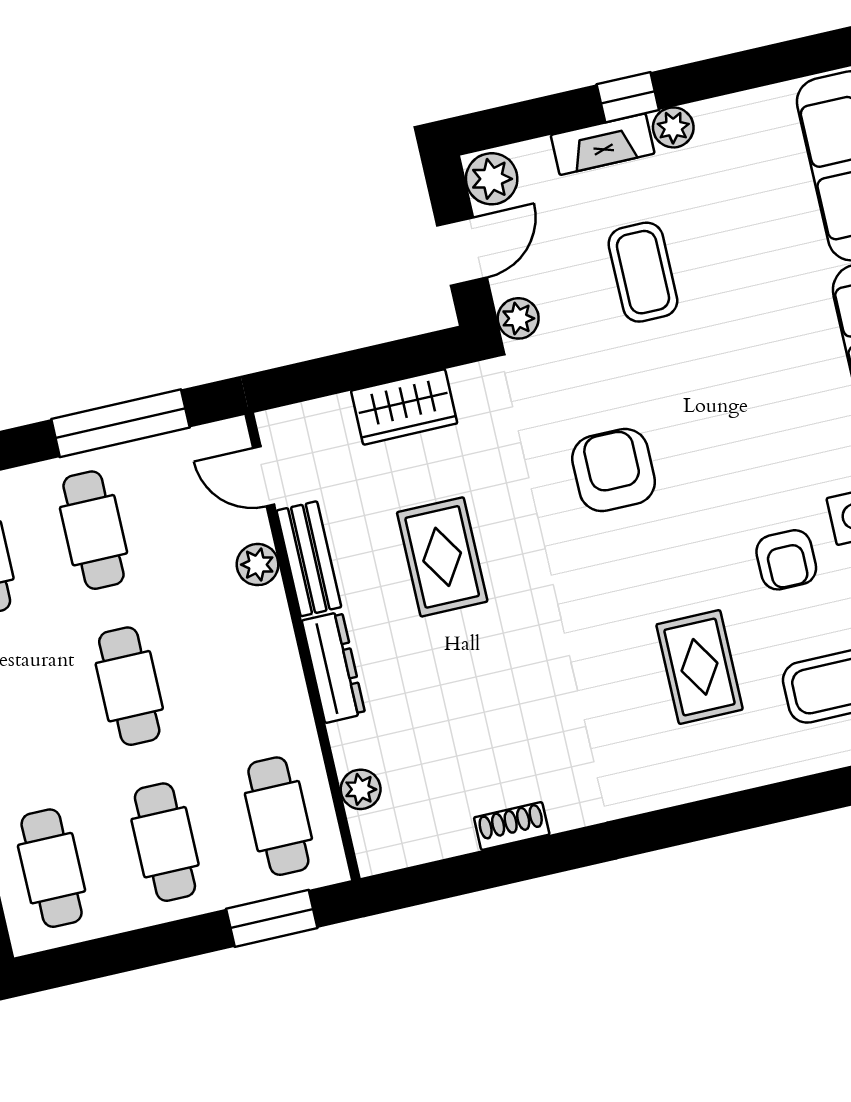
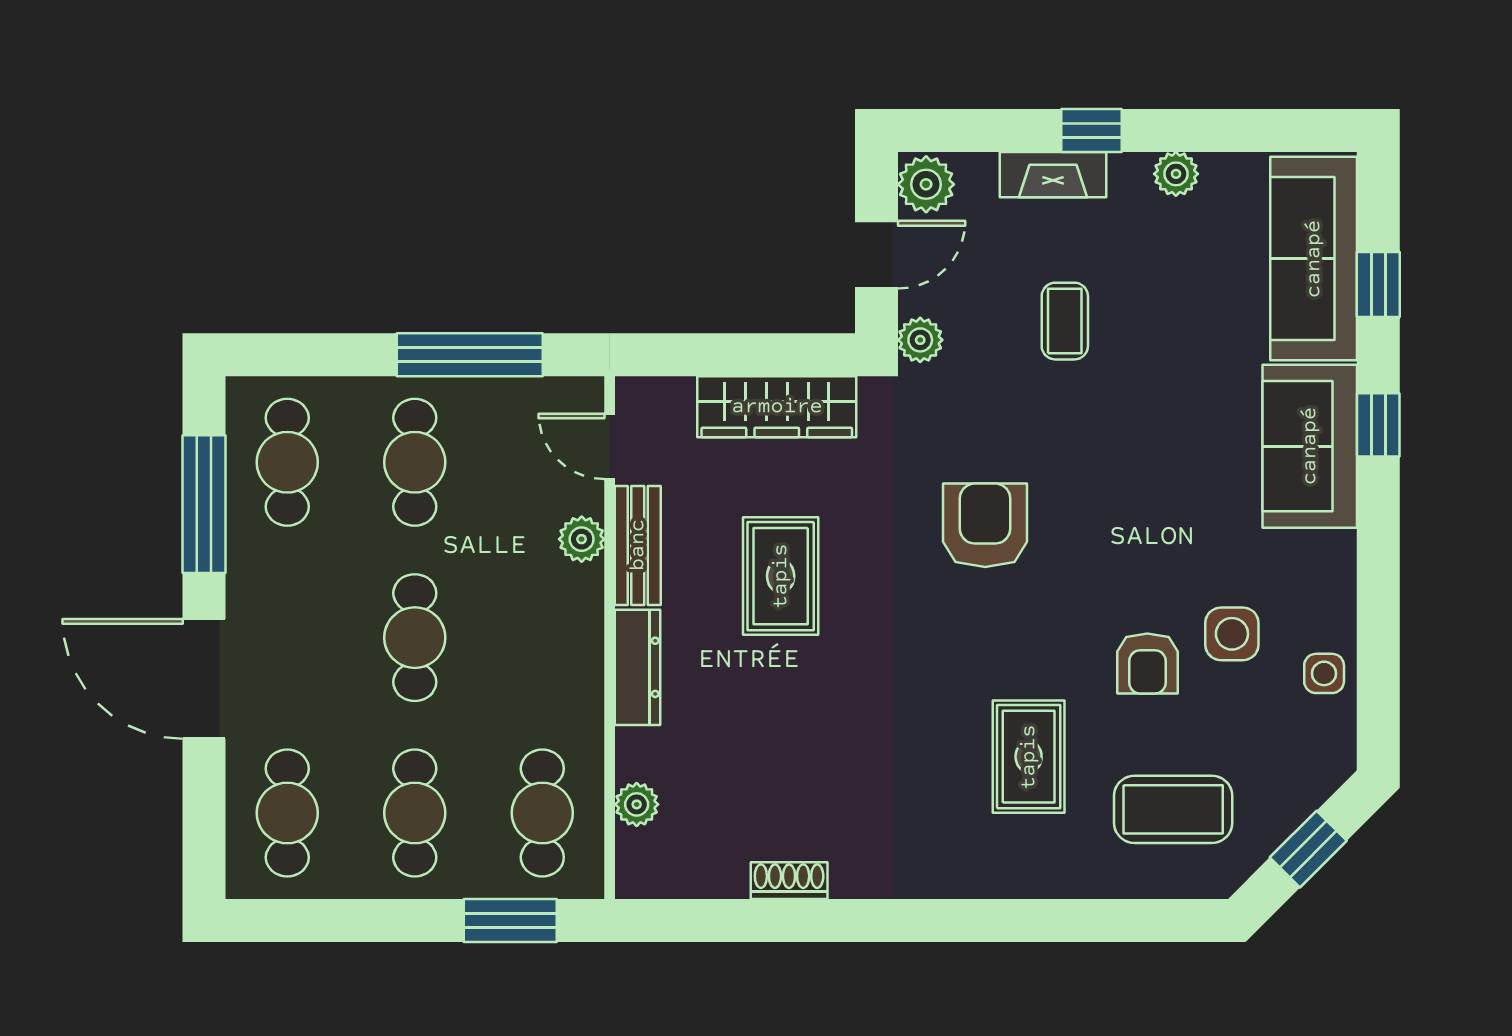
plant: (673, 127) -> (1176, 174), moved
coffee table: (643, 272) -> (1065, 321), width x0.73, depth x0.77
wardrobe: (404, 407) -> (777, 407), width x1.50

